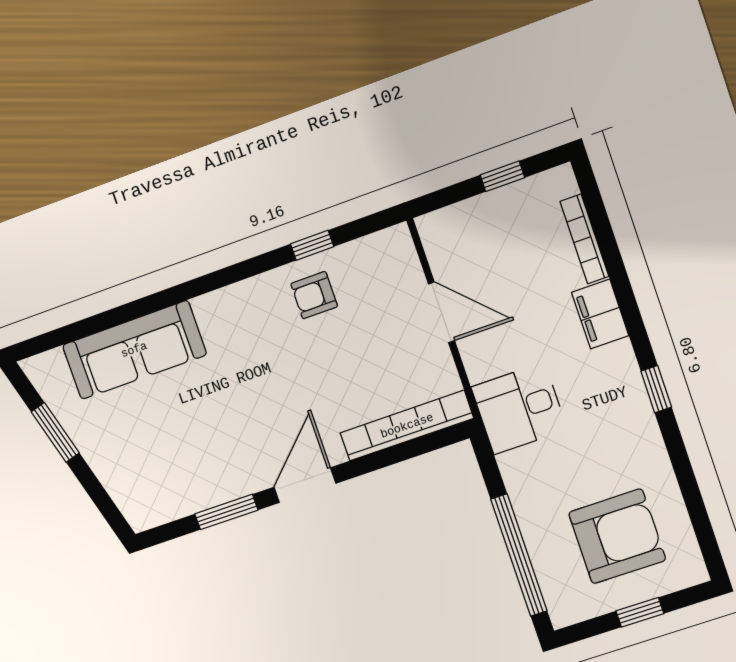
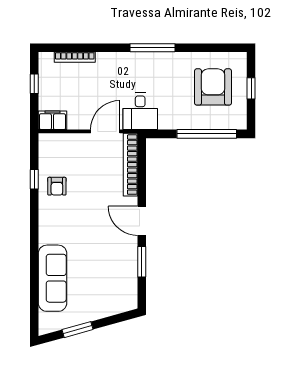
door: (441, 312) -> (105, 131), moved
filing cabinet: (600, 314) -> (52, 120), moved, turned 180
window: (656, 389) -> (153, 48), width x2.17

